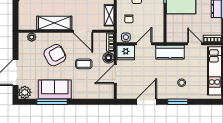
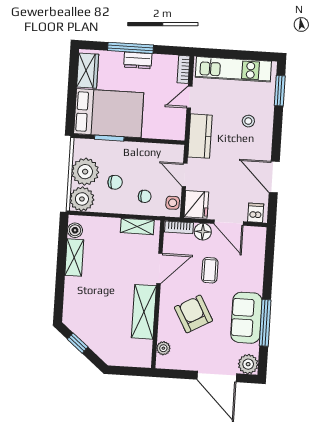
dishwasher: (123, 91) -> (256, 213), added
window: (178, 102) -> (280, 91), moved

